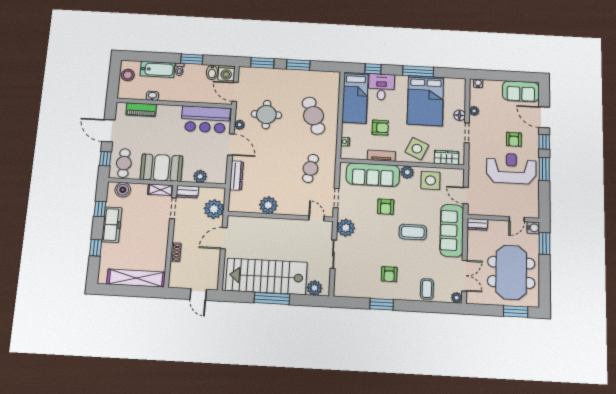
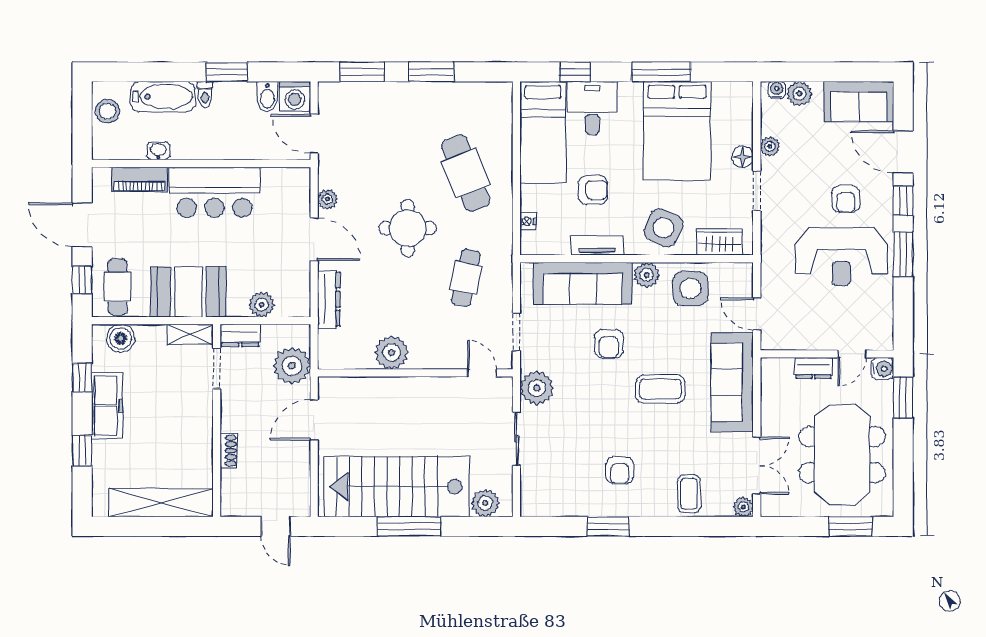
plant: (490, 86) -> (799, 94), added
round table: (266, 115) -> (408, 228), moved
bar counter: (206, 119) -> (214, 192), moved
reception desk: (511, 168) -> (841, 257), turned 180
dresser: (477, 224) -> (813, 368), moved

